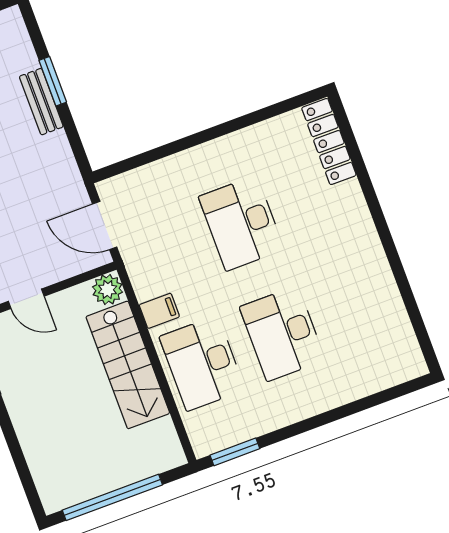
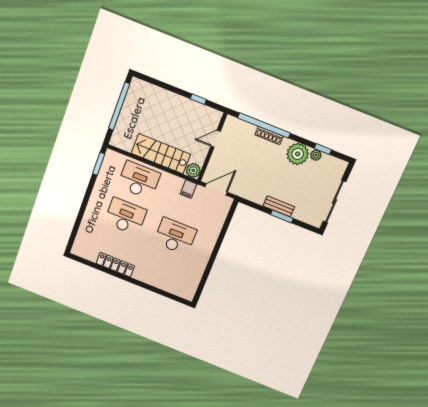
locker: (329, 142) -> (115, 265), moved
filing cabinet: (159, 311) -> (188, 189), moved

